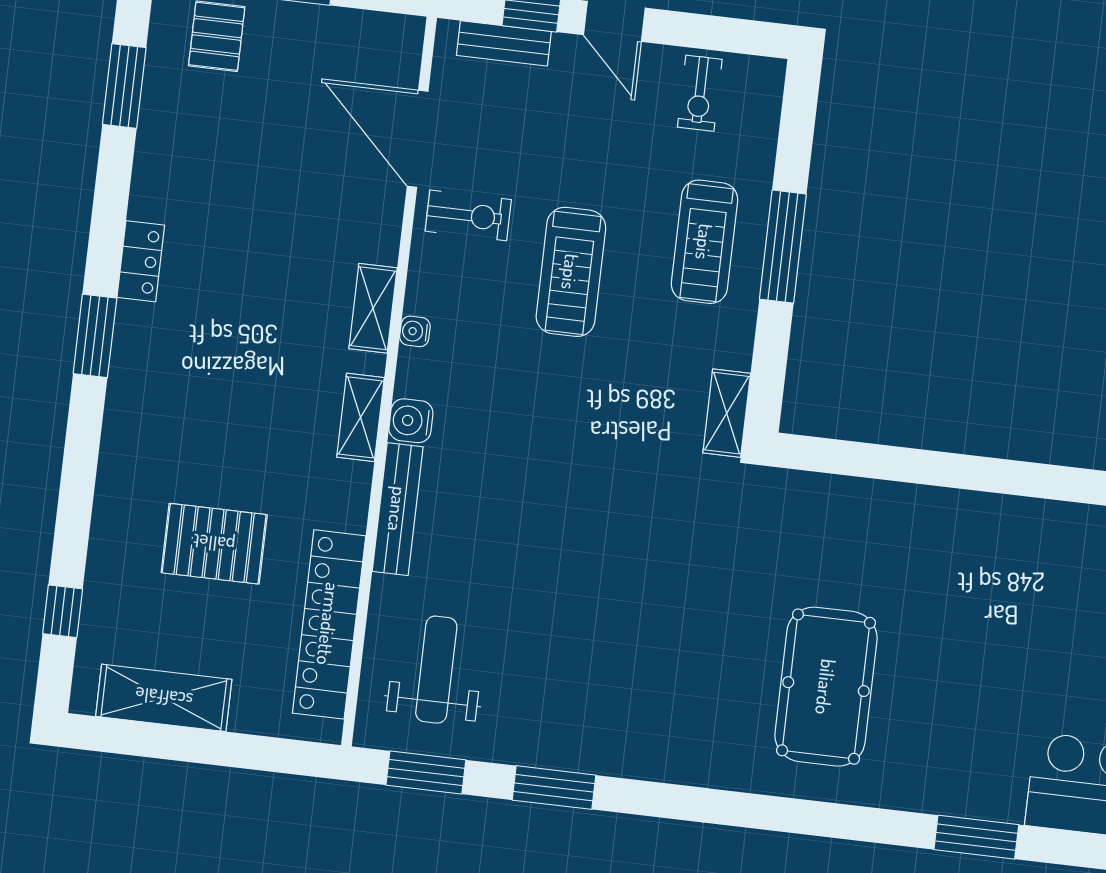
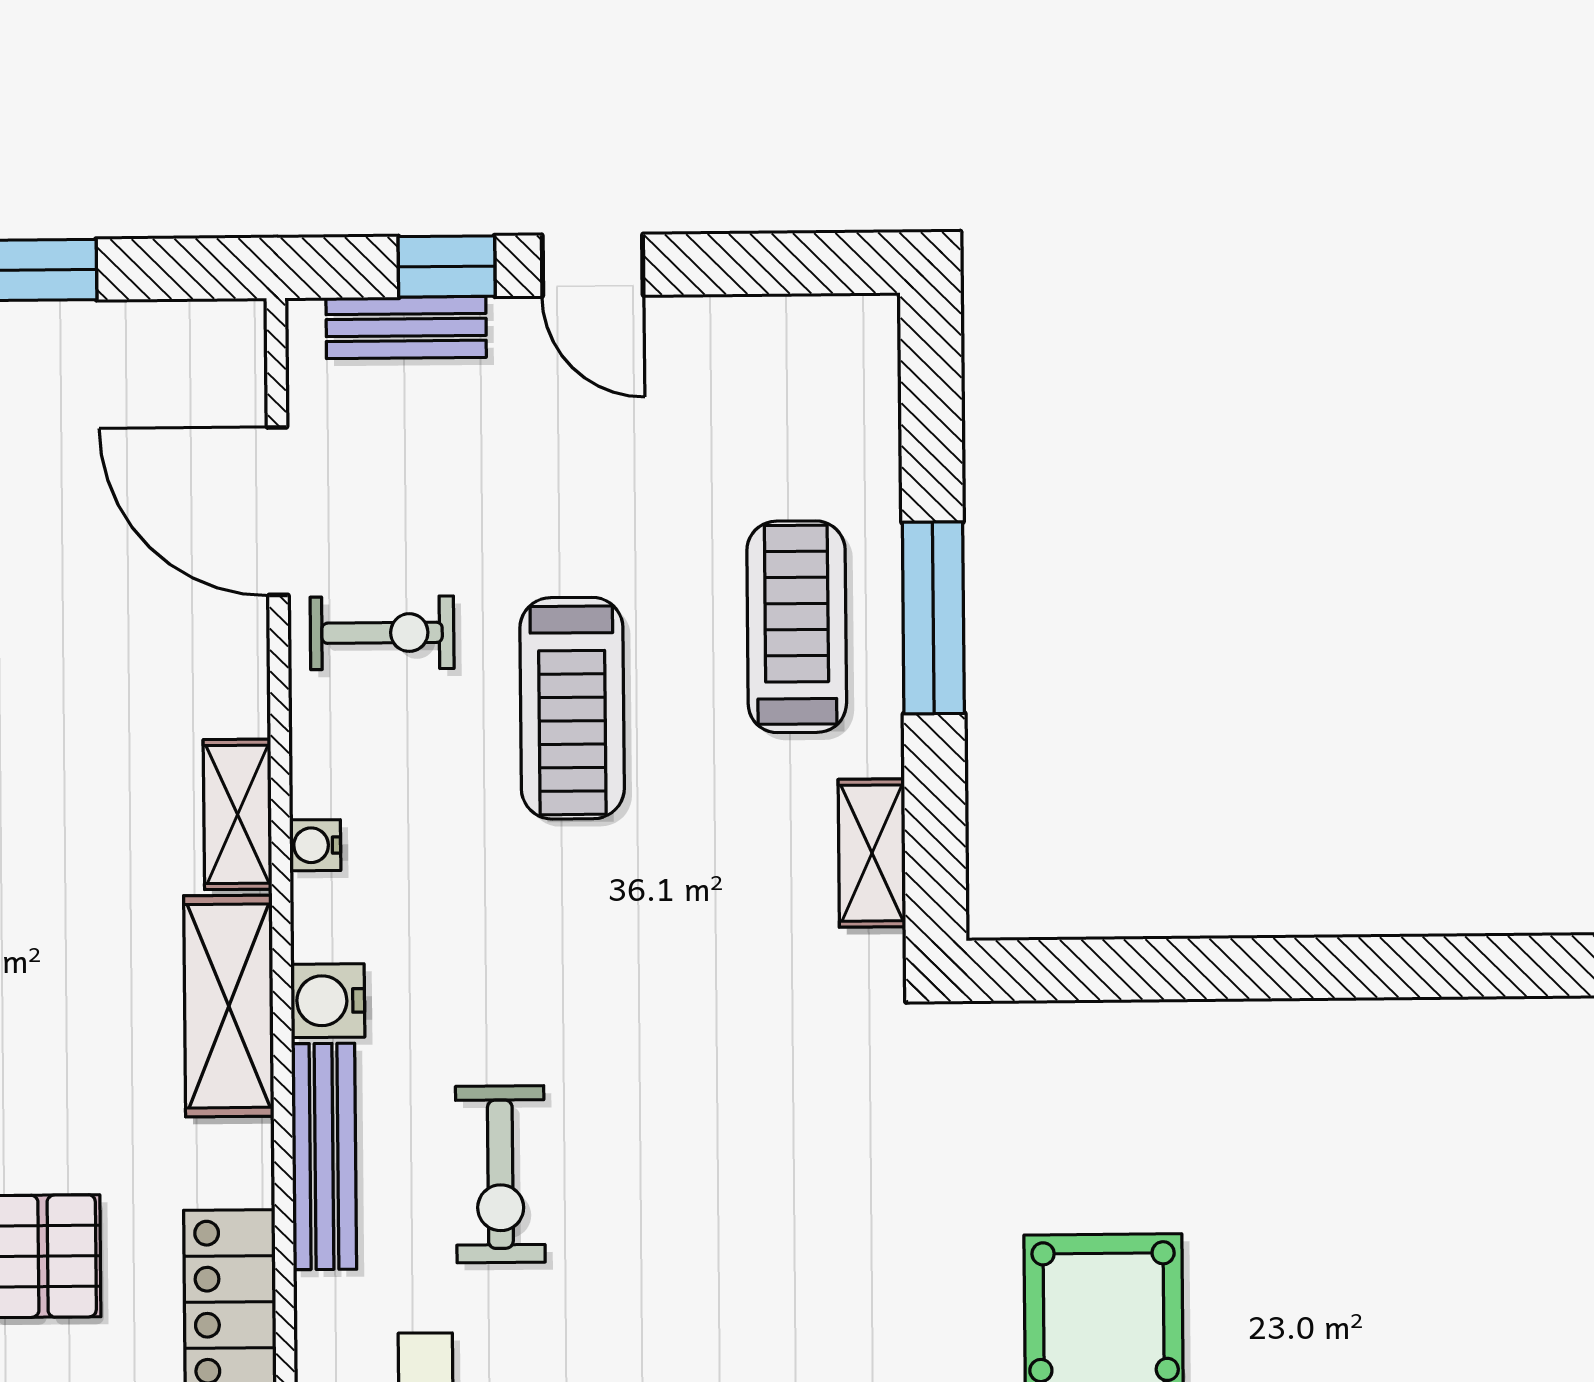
exercise bike: (700, 93) -> (500, 1174), moved, width x1.38, depth x1.39
treadmill: (705, 242) -> (797, 627), turned 180
shelving: (727, 413) -> (872, 853), moved
shelving: (361, 417) -> (229, 1006), width x1.50, depth x1.33

